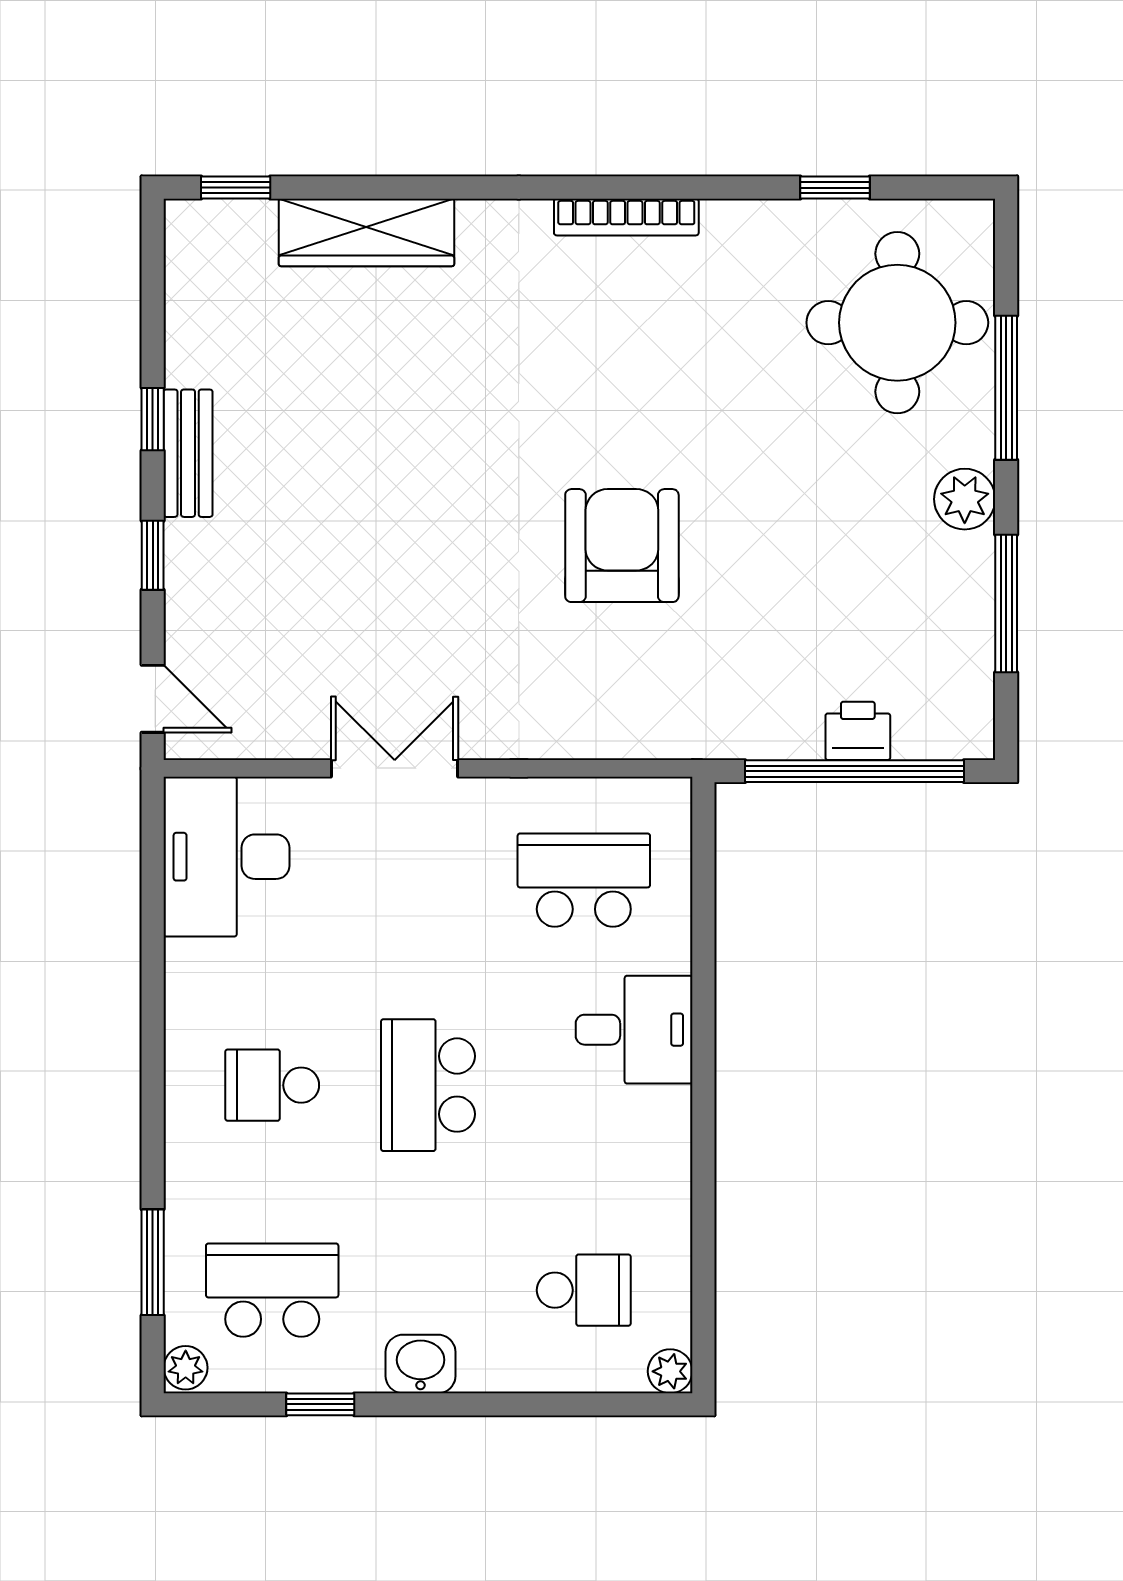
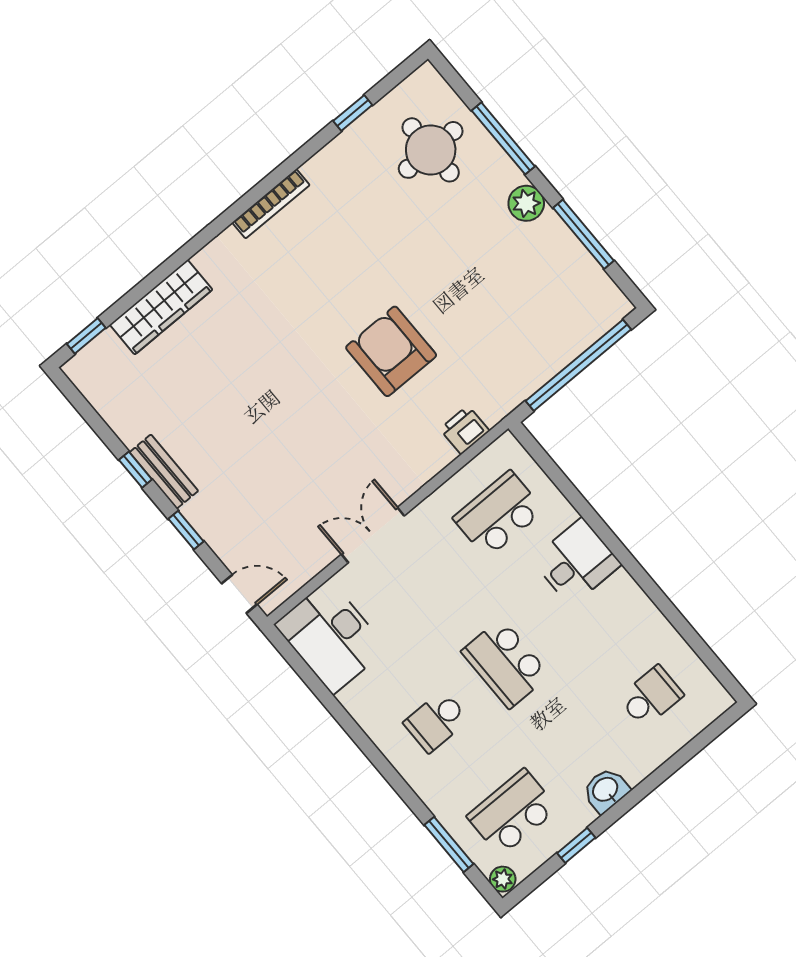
round table: (897, 323) -> (431, 150), width x0.73, depth x0.73
printer: (858, 731) -> (465, 430), moved
plant: (670, 1371) -> (719, 701), removed

